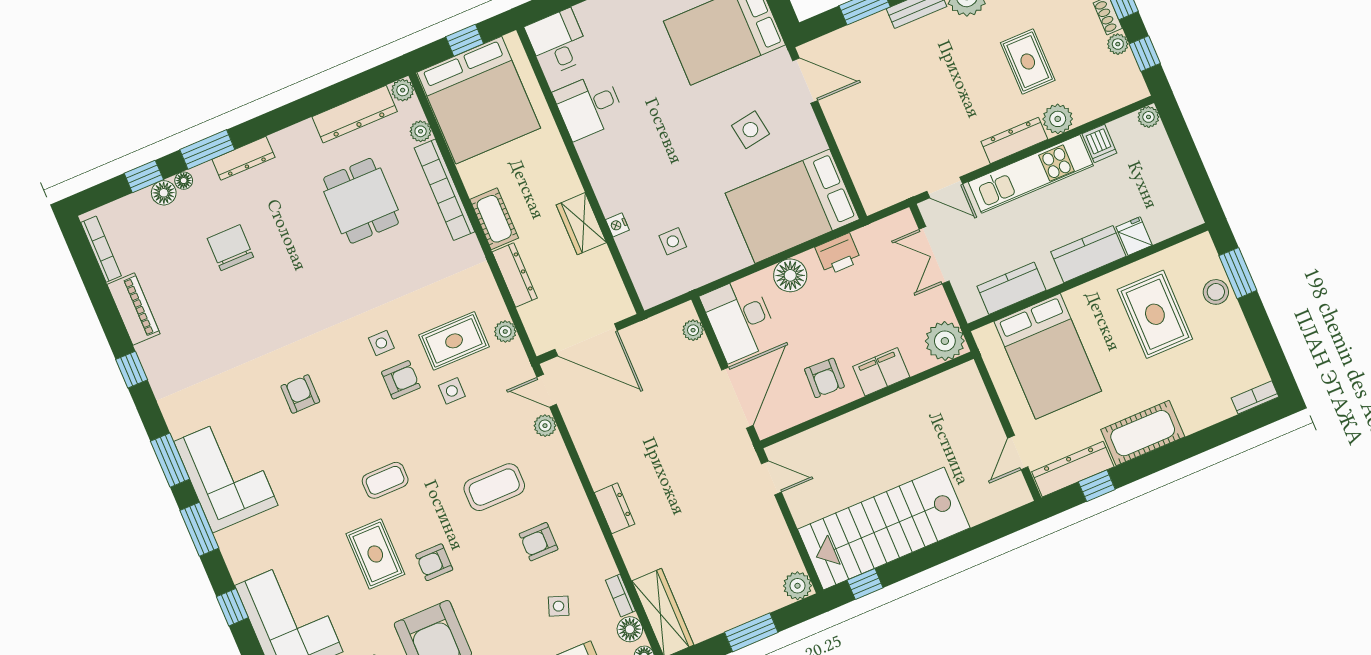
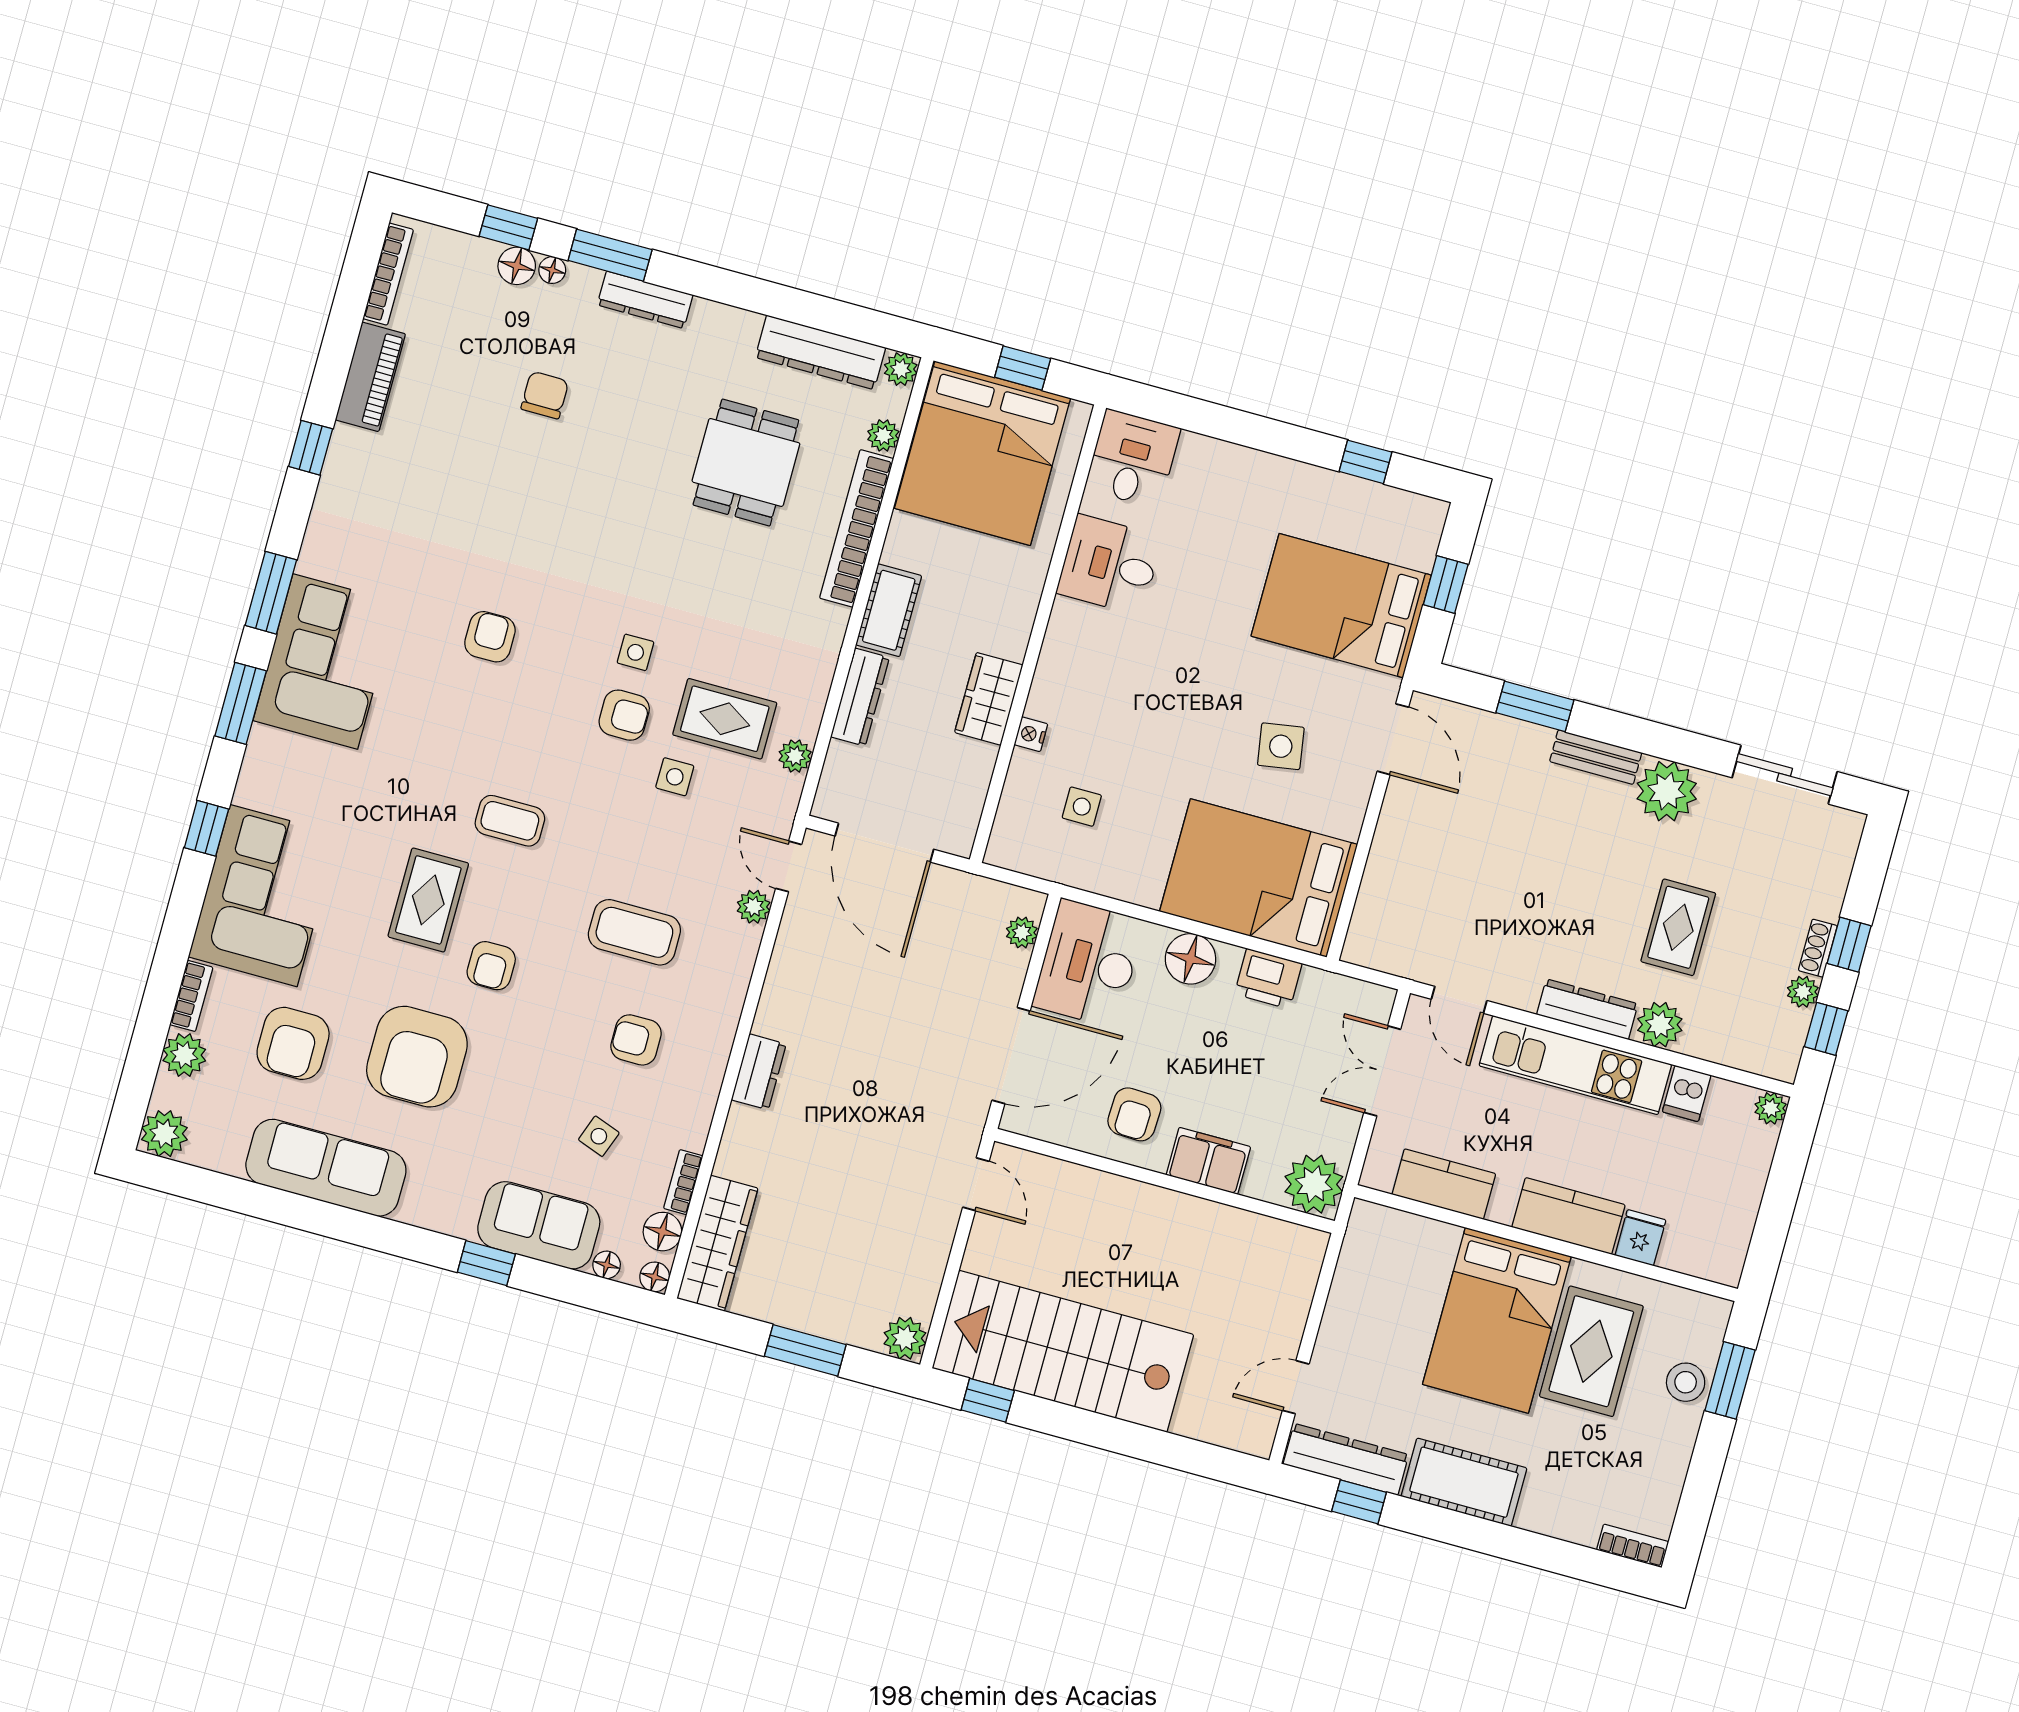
chair: (230, 248) -> (545, 395), width x0.73, depth x0.73
bed: (1048, 356) -> (1497, 1320), moved
armchair: (434, 562) -> (491, 966), turned -90

